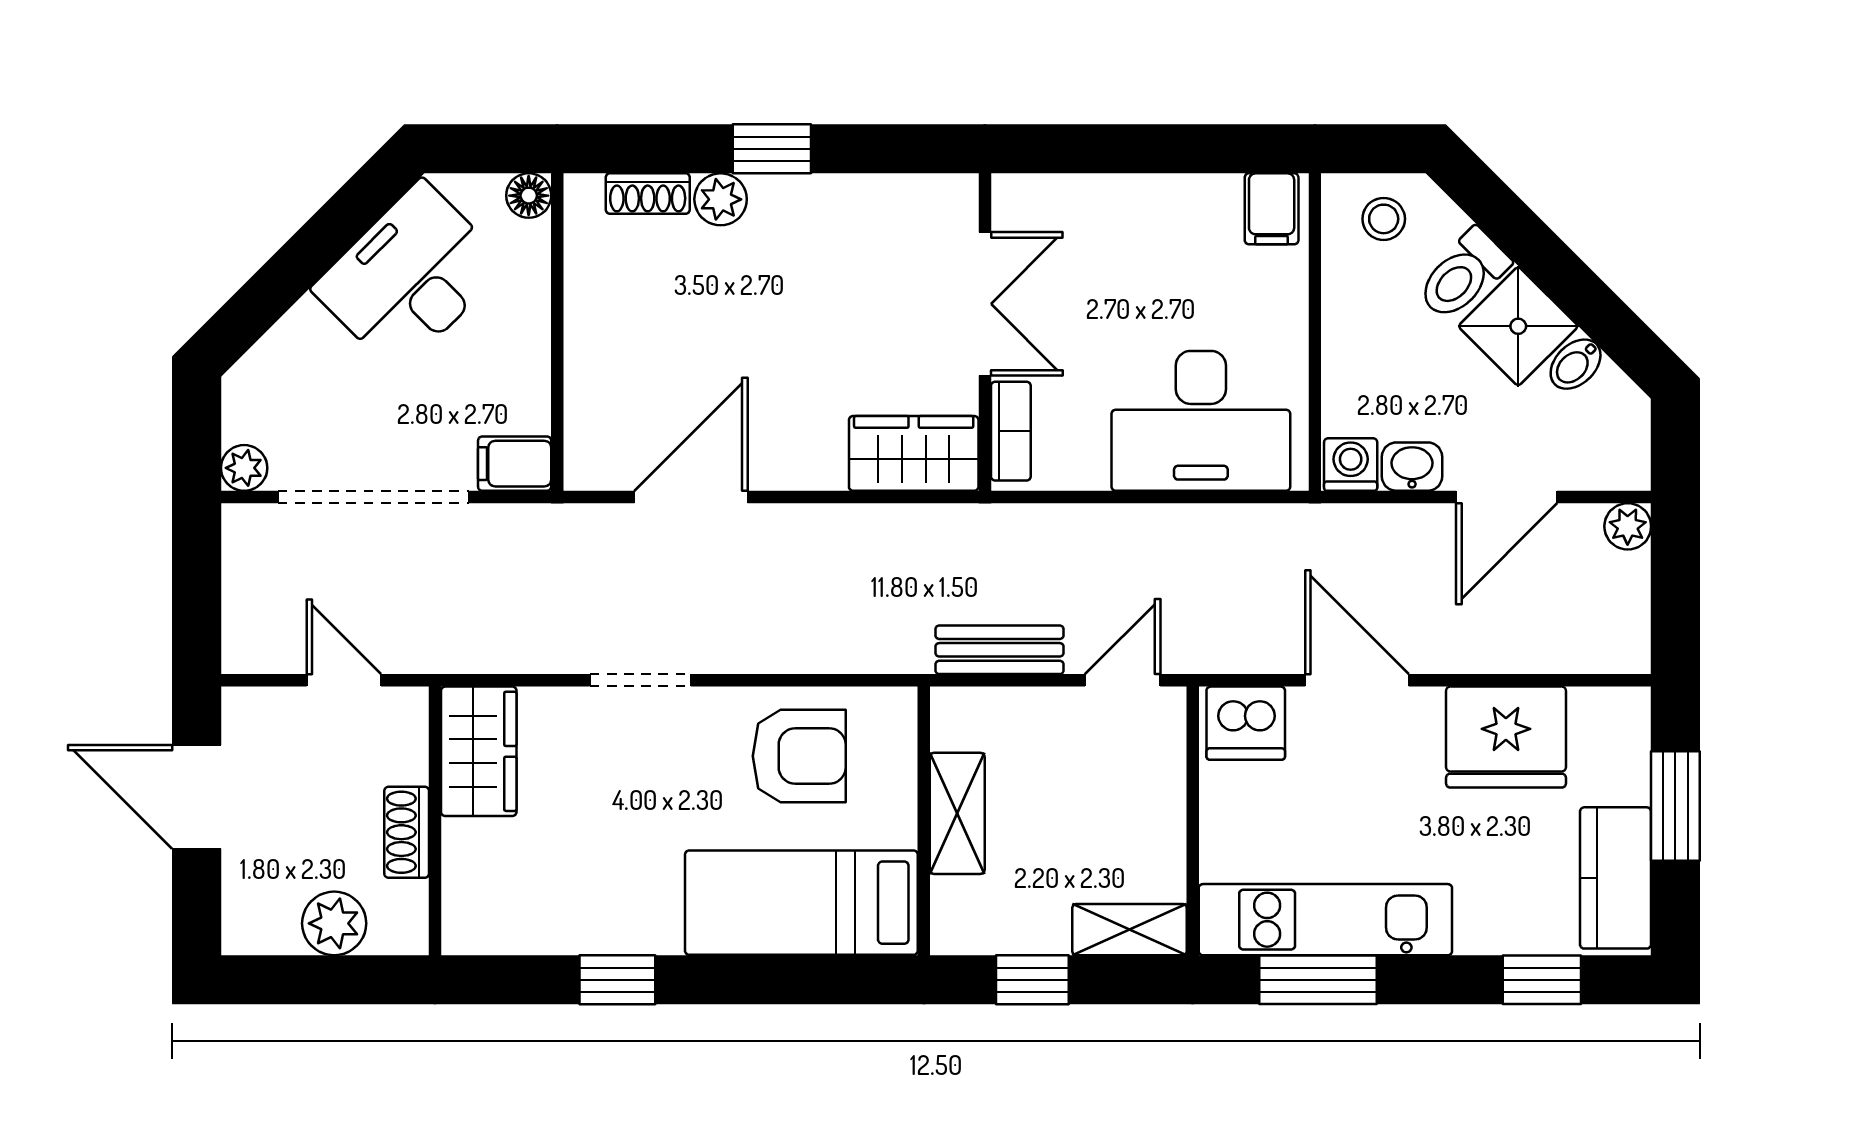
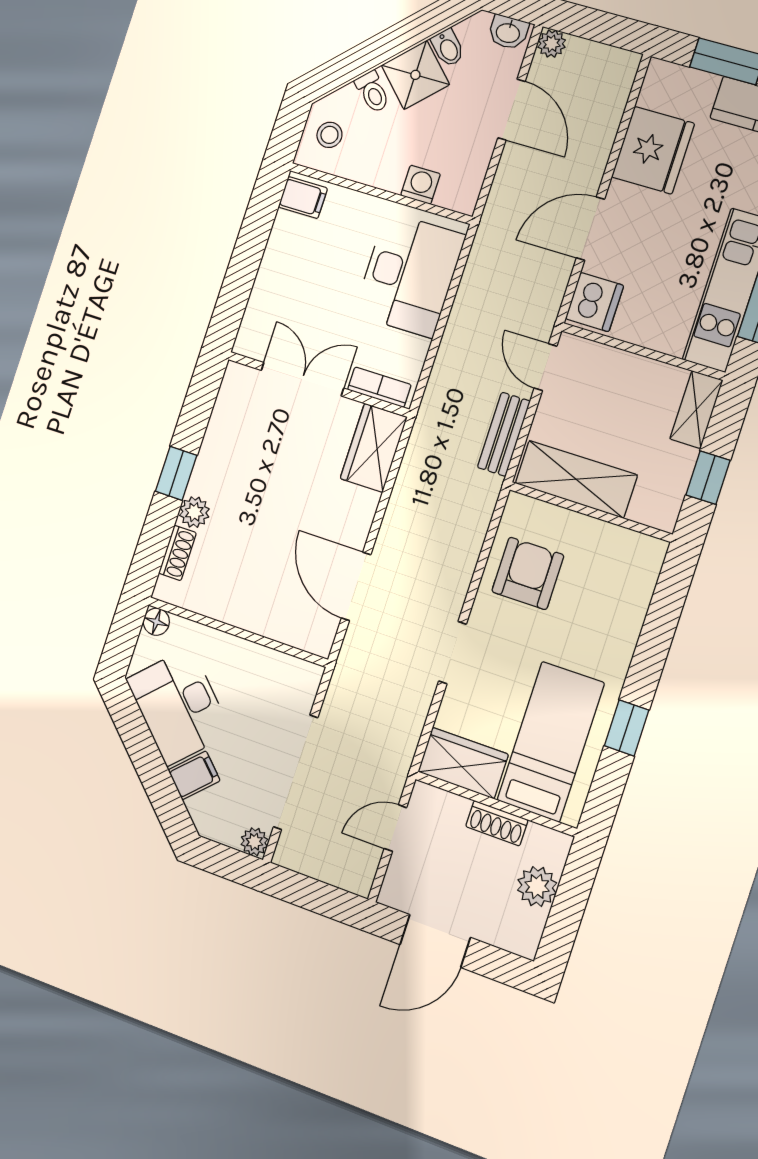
toilet: (1463, 275) -> (373, 92), width x0.73, depth x0.72
filing cabinet: (515, 464) -> (194, 775), moved, turned -135
washing machine: (1351, 464) -> (421, 185), moved, turned 90
washbasin: (1412, 467) -> (508, 32), moved, turned -90
shelving: (957, 813) -> (576, 479), width x1.50, depth x1.33
bed: (801, 903) -> (551, 742), moved, turned 180

